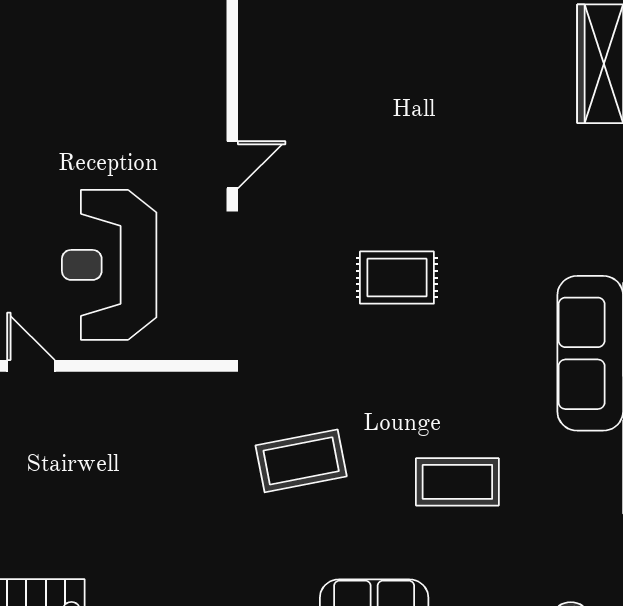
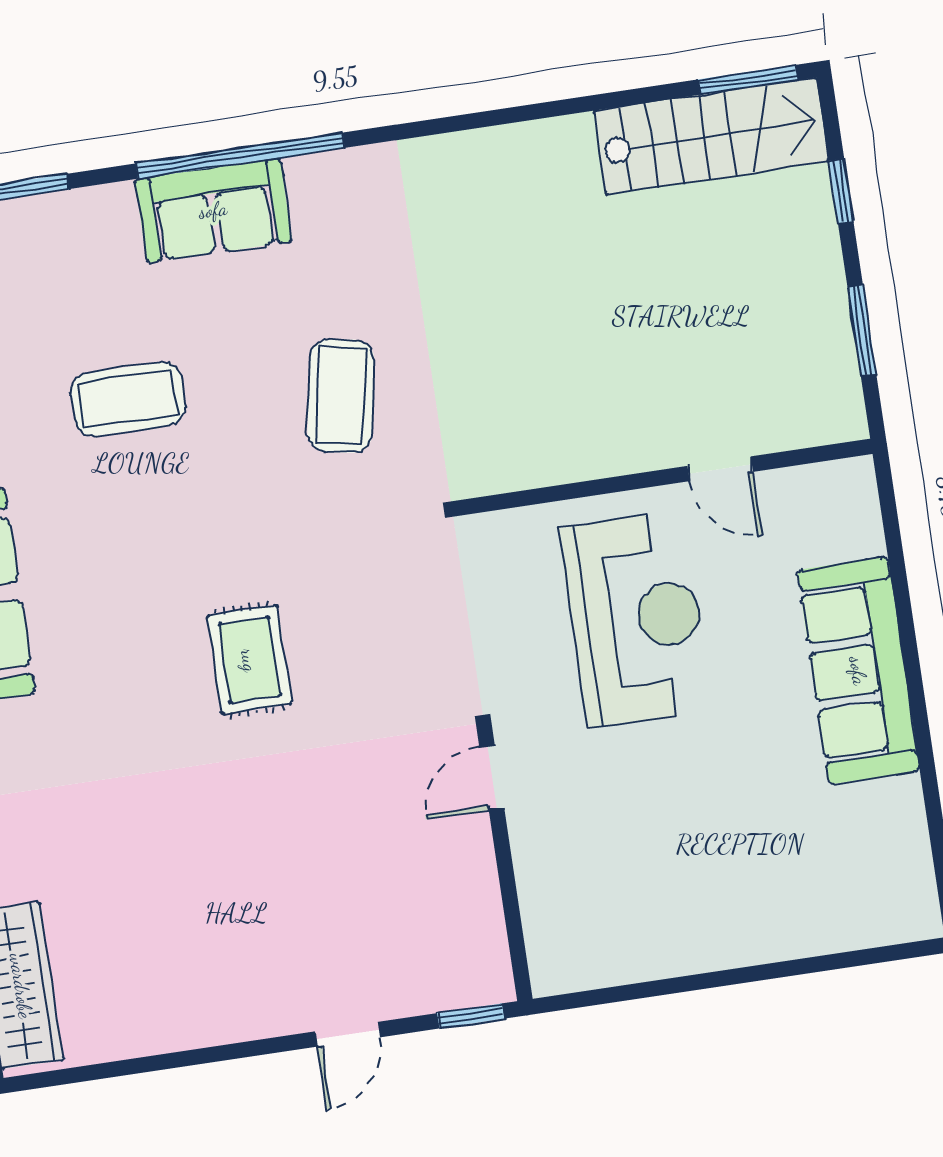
rug: (397, 278) -> (249, 660), turned 90
coffee table: (301, 461) -> (341, 396), turned -69

